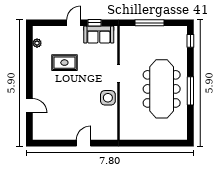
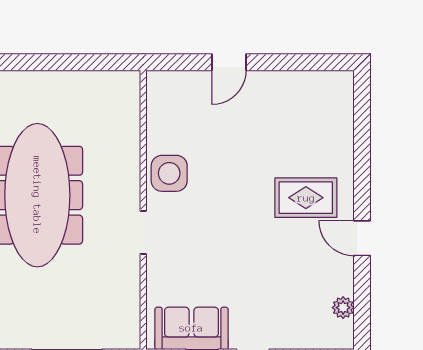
rug: (64, 63) -> (306, 198), moved
door: (29, 106) -> (362, 238), moved

